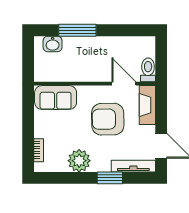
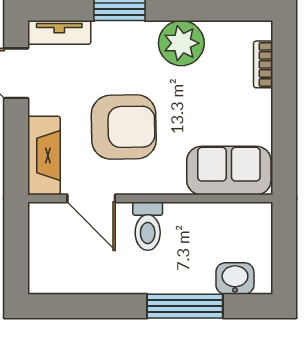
toilet: (148, 70) -> (148, 226), moved
tv unit: (133, 166) -> (59, 32), width x0.71

